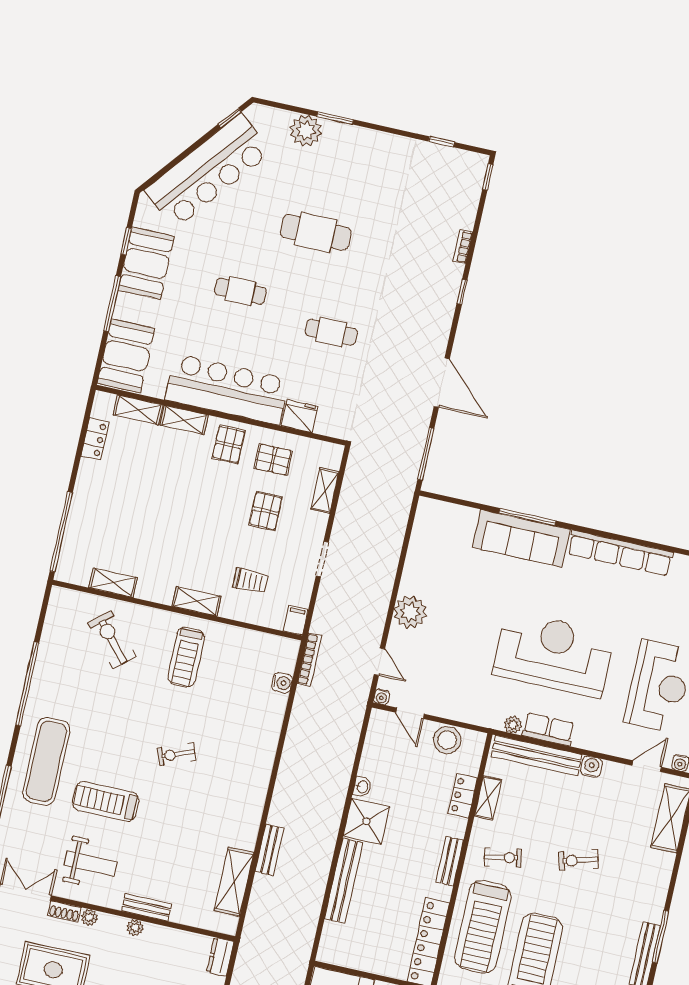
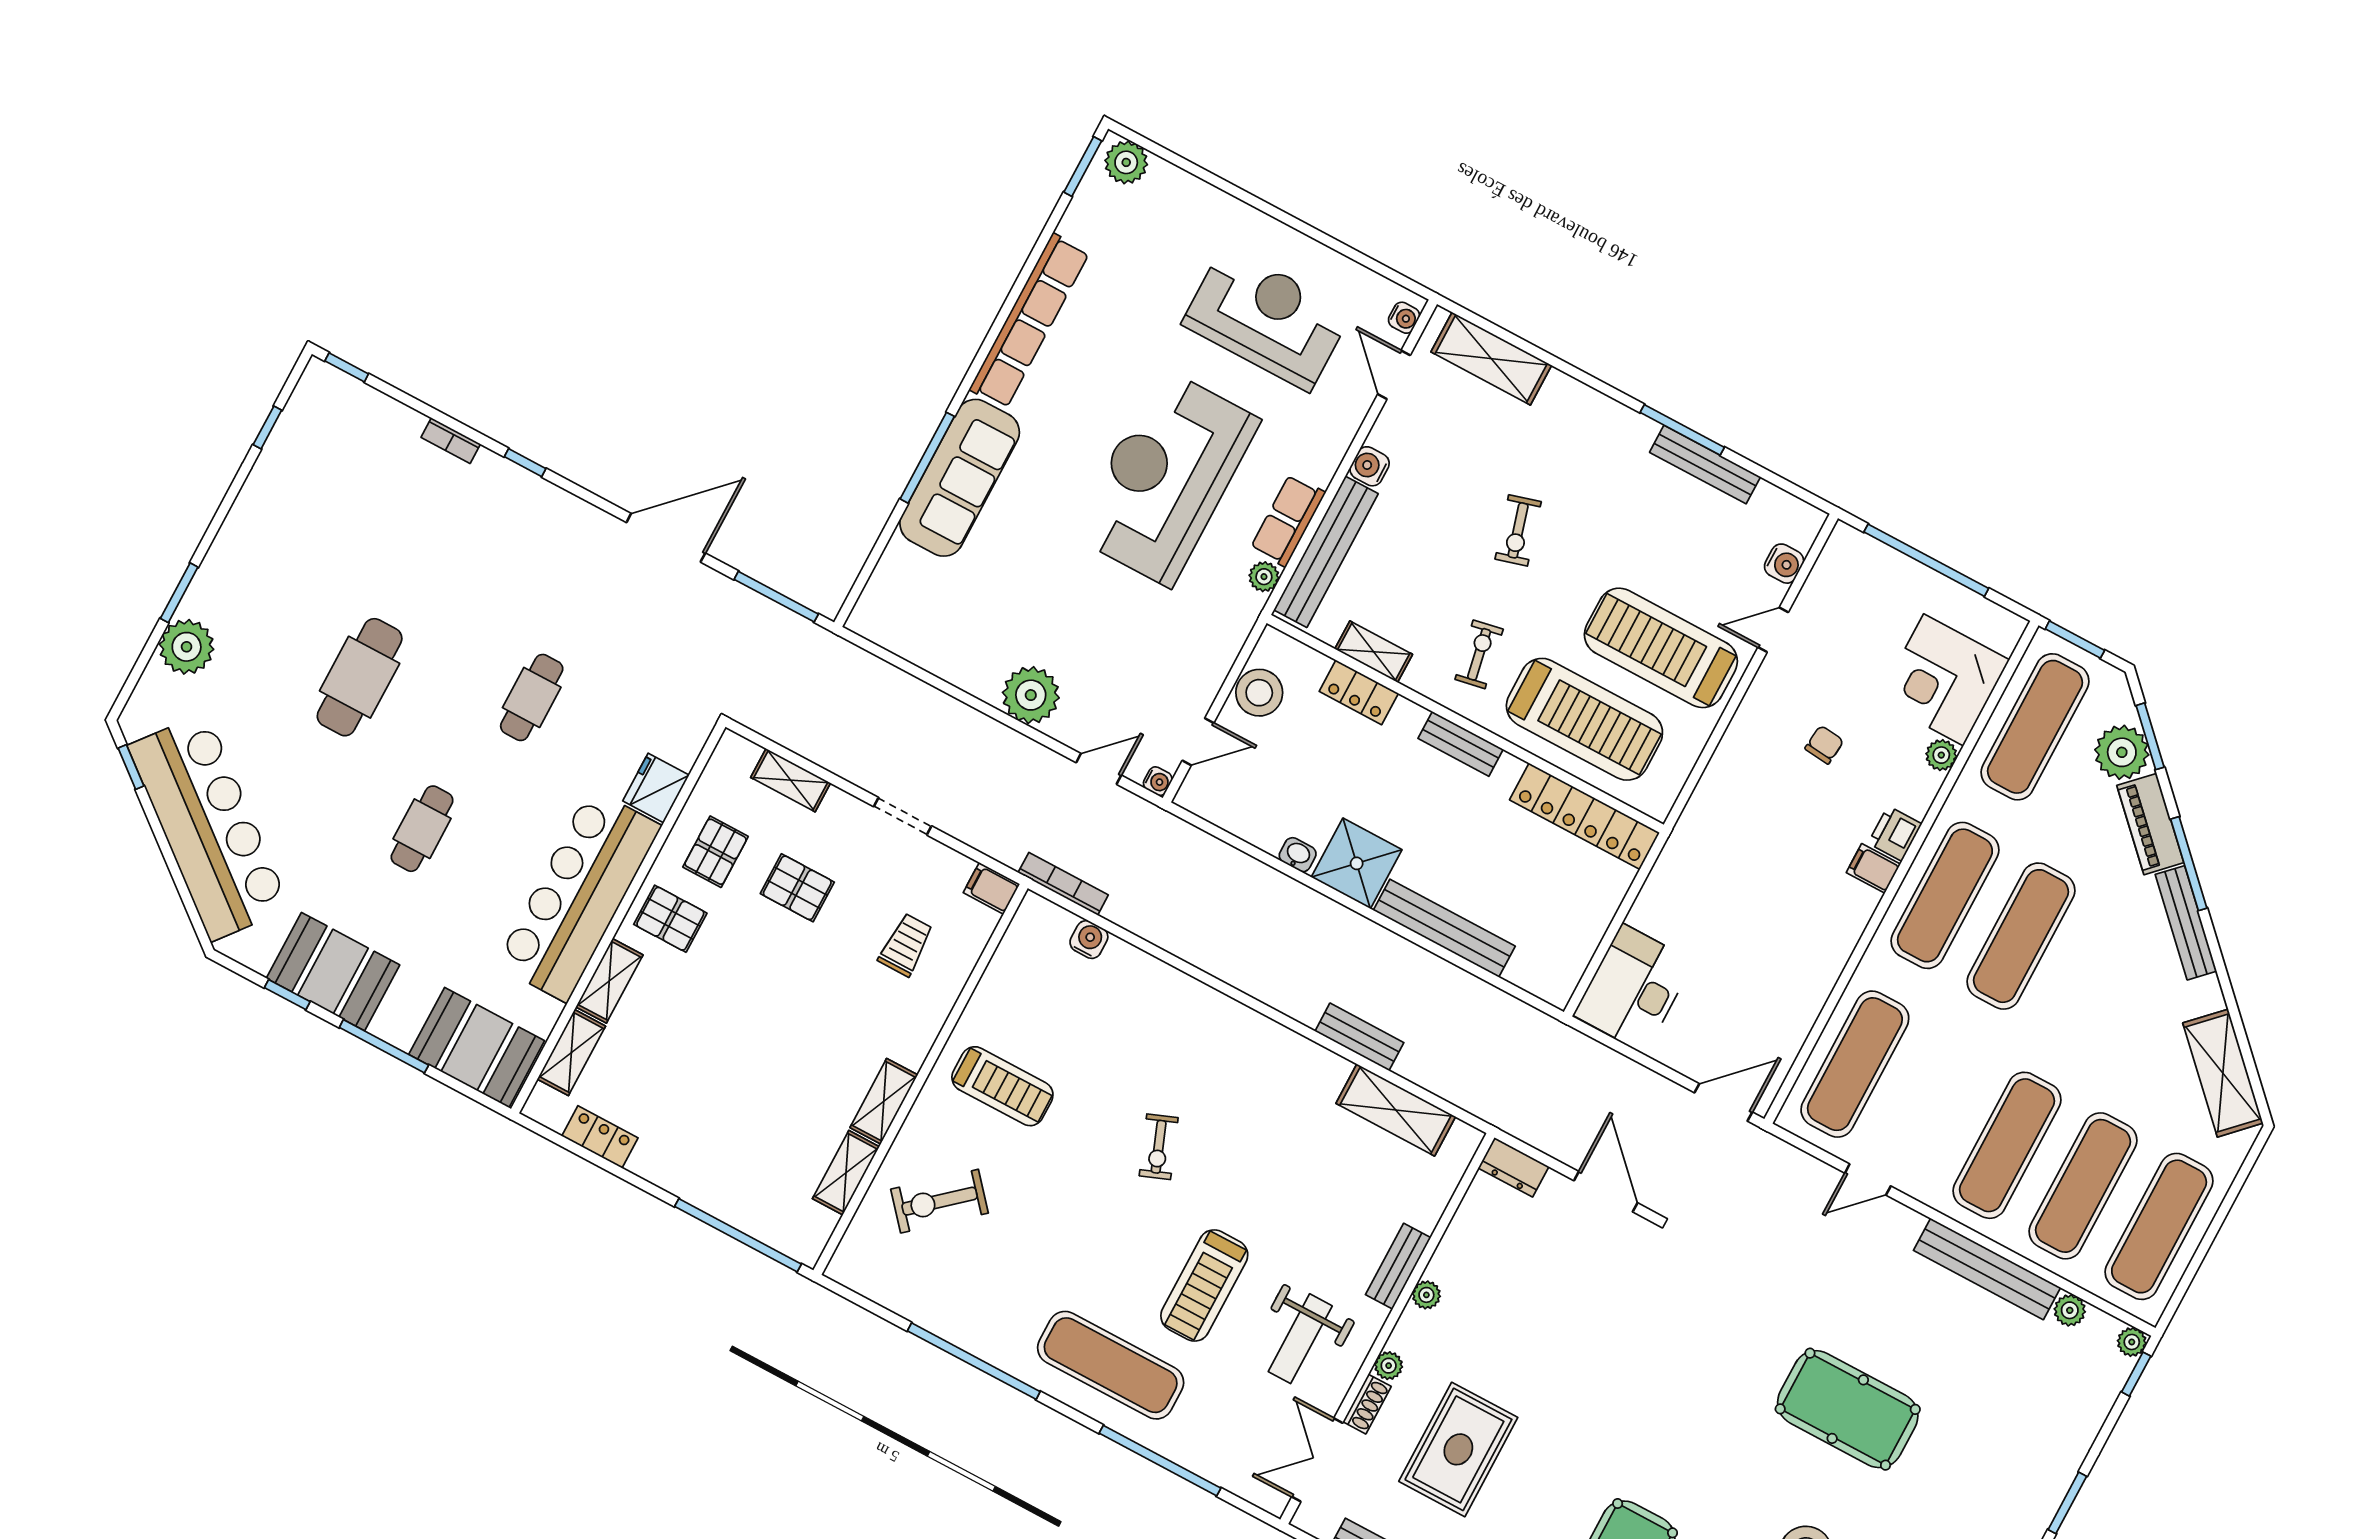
shelving: (197, 601) -> (884, 1101), moved
weight bench: (91, 864) -> (1300, 1339), turned 180

